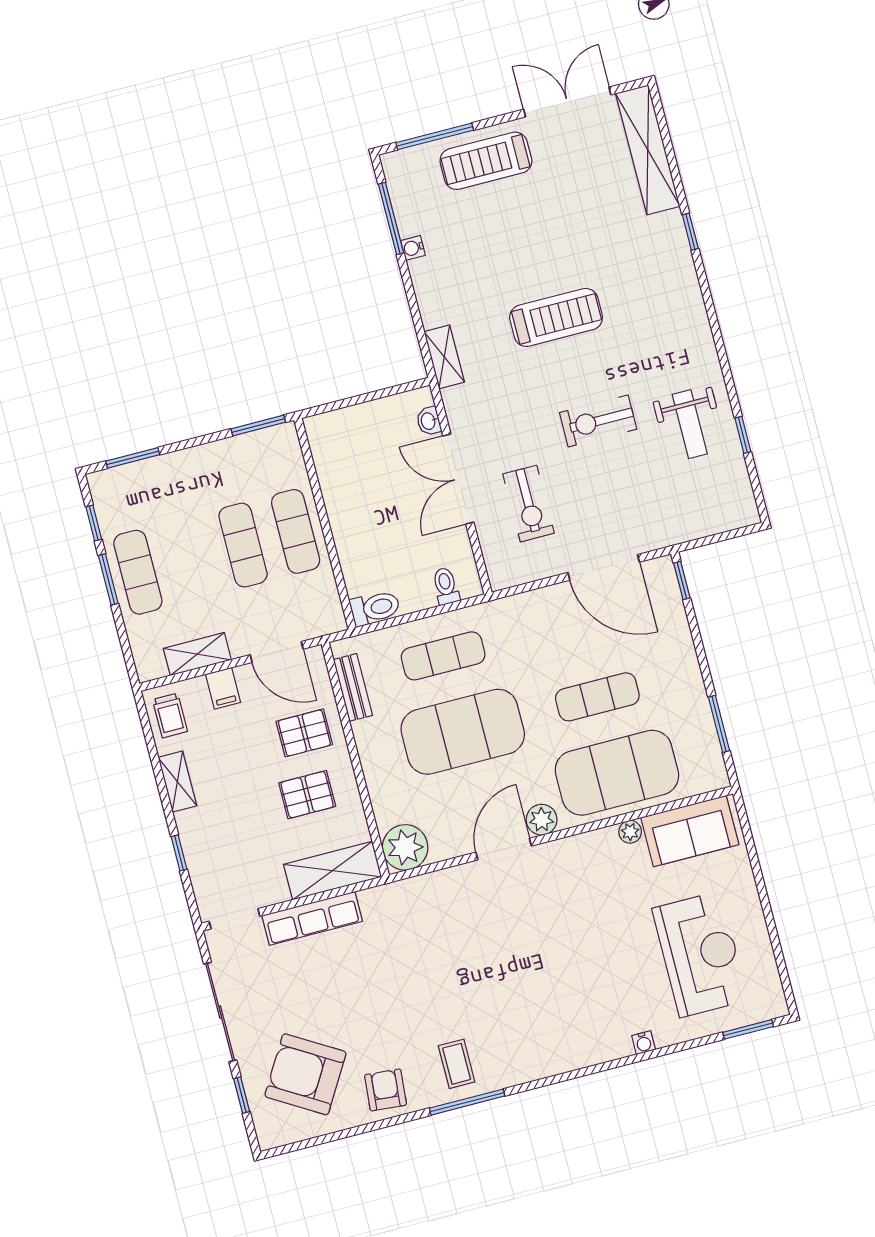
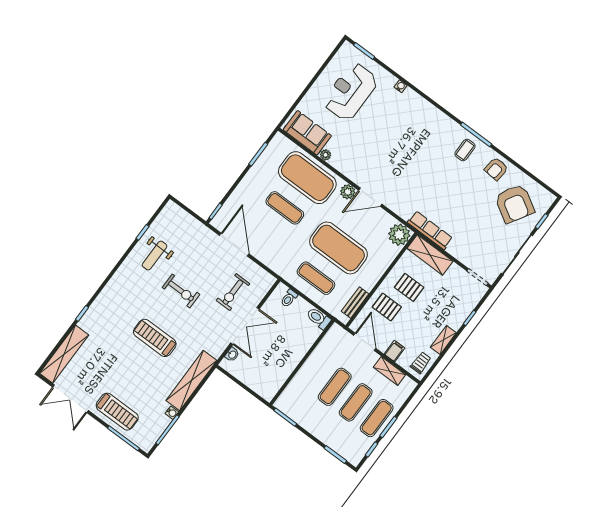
shelving: (444, 357) -> (191, 380), width x2.20, depth x1.33
weight bench: (690, 424) -> (154, 256), turned 180
exercise bike: (529, 504) -> (233, 292), turned 180
exercise mat: (296, 531) -> (356, 402), moved
row of seats: (312, 918) -> (430, 230), moved

